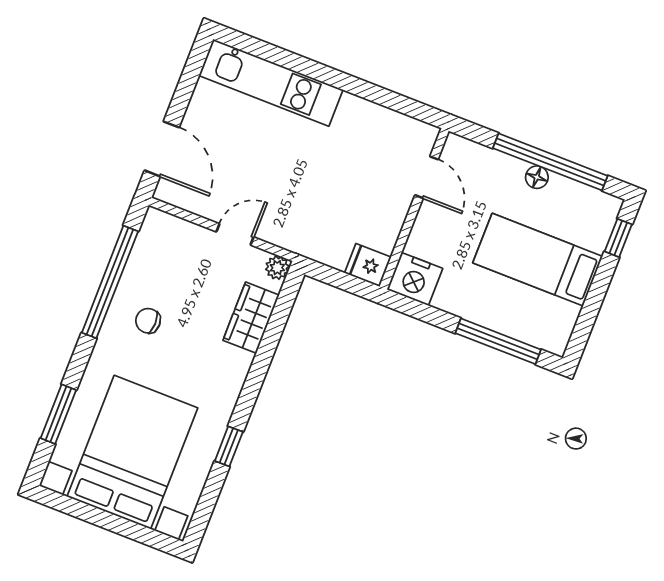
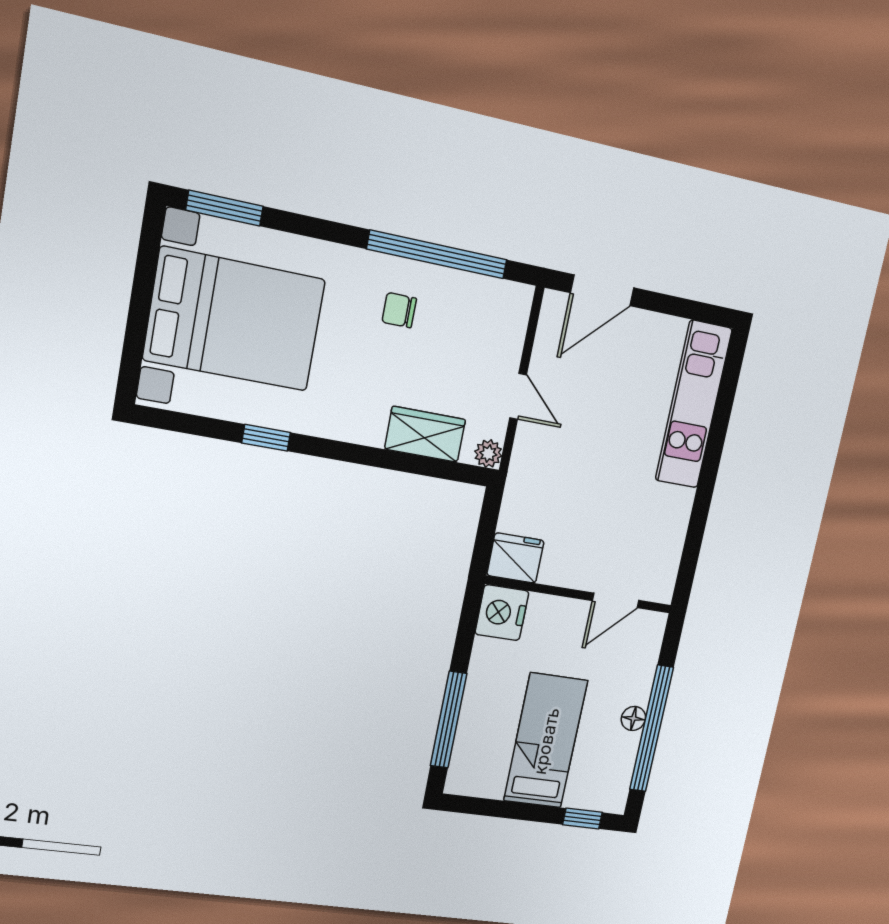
fridge: (368, 265) -> (515, 558), width x1.38
chair: (148, 321) -> (399, 310), turned -90
window: (58, 414) -> (225, 208), moved

